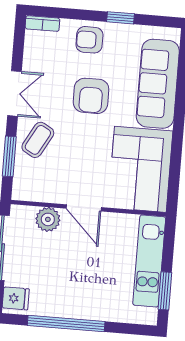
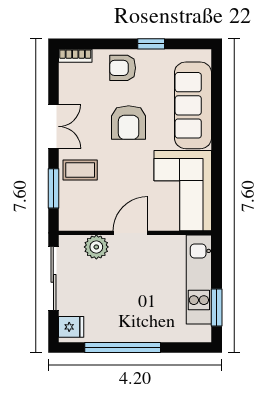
coffee table: (38, 140) -> (80, 170), turned 61
door: (84, 208) -> (130, 233), swing flipped

